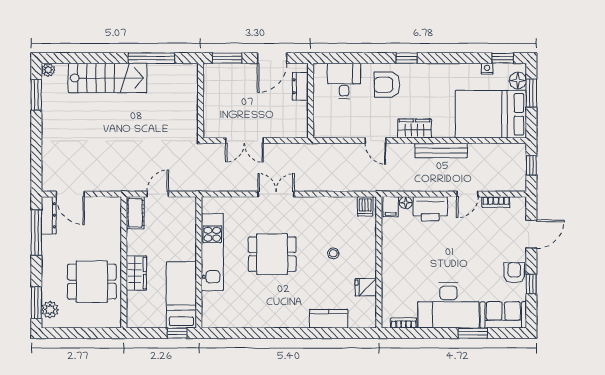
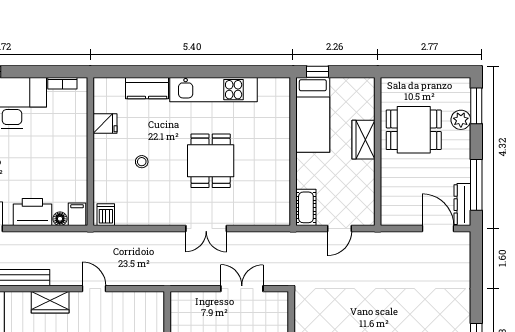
cot: (135, 213) -> (306, 207), moved
kitchen unit: (212, 252) -> (213, 90), moved, turned -90
dining table: (272, 254) -> (211, 161), turned 90
plant: (50, 310) -> (461, 120), moved

